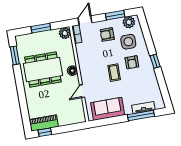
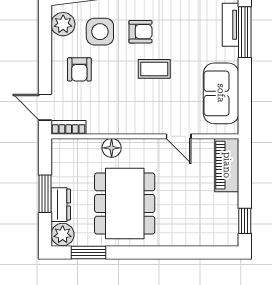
window: (115, 15) -> (45, 48), removed
plant: (65, 33) -> (63, 235), moved
dresser: (37, 37) -> (61, 205), added
floor lamp: (72, 71) -> (112, 148), moved
piano: (44, 123) -> (227, 165), moved

